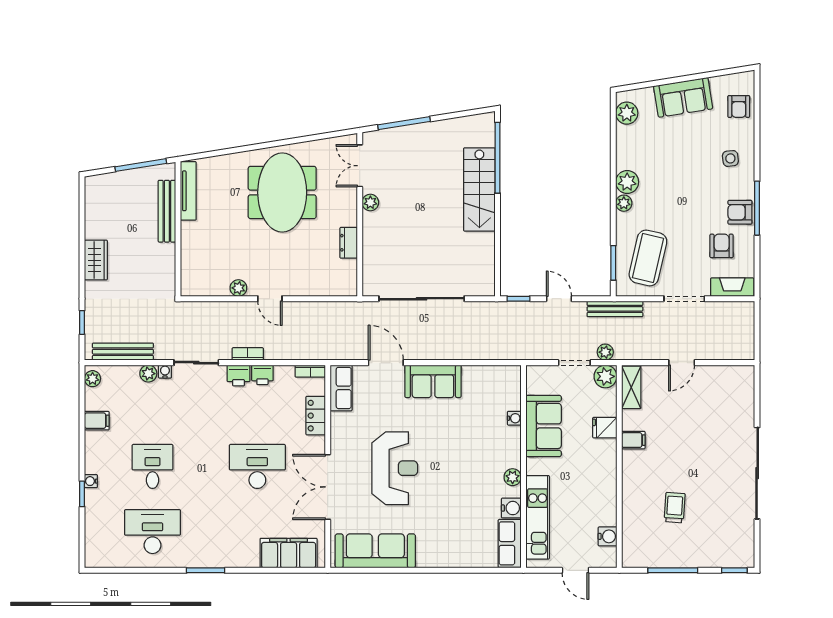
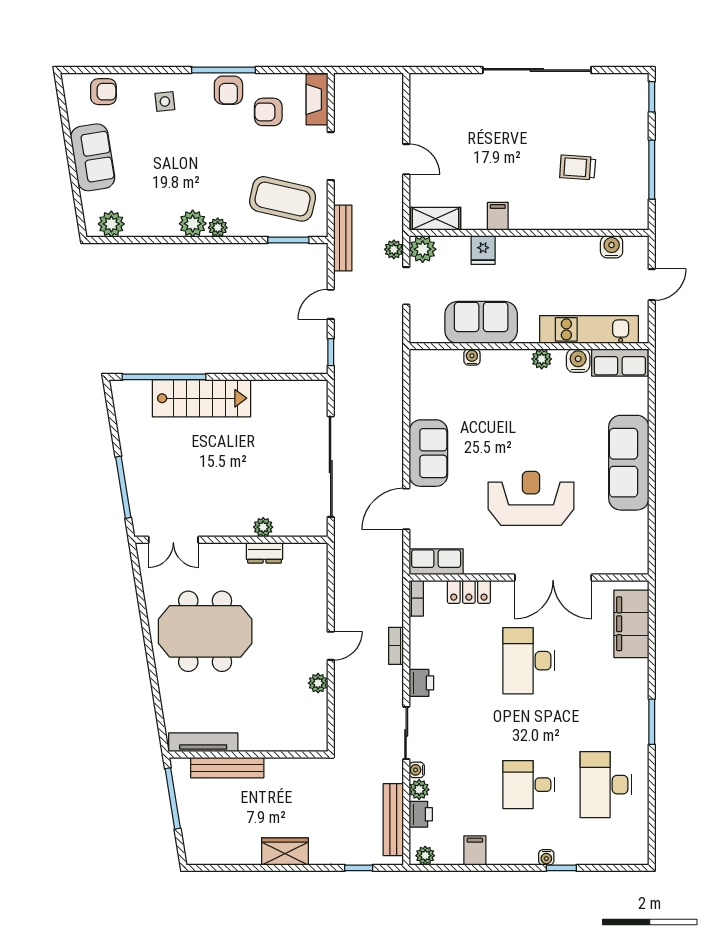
plant: (370, 202) -> (263, 527), moved
bookcase: (248, 354) -> (396, 646), moved
printer: (262, 375) -> (421, 814), moved
sofa: (375, 551) -> (629, 463), moved

